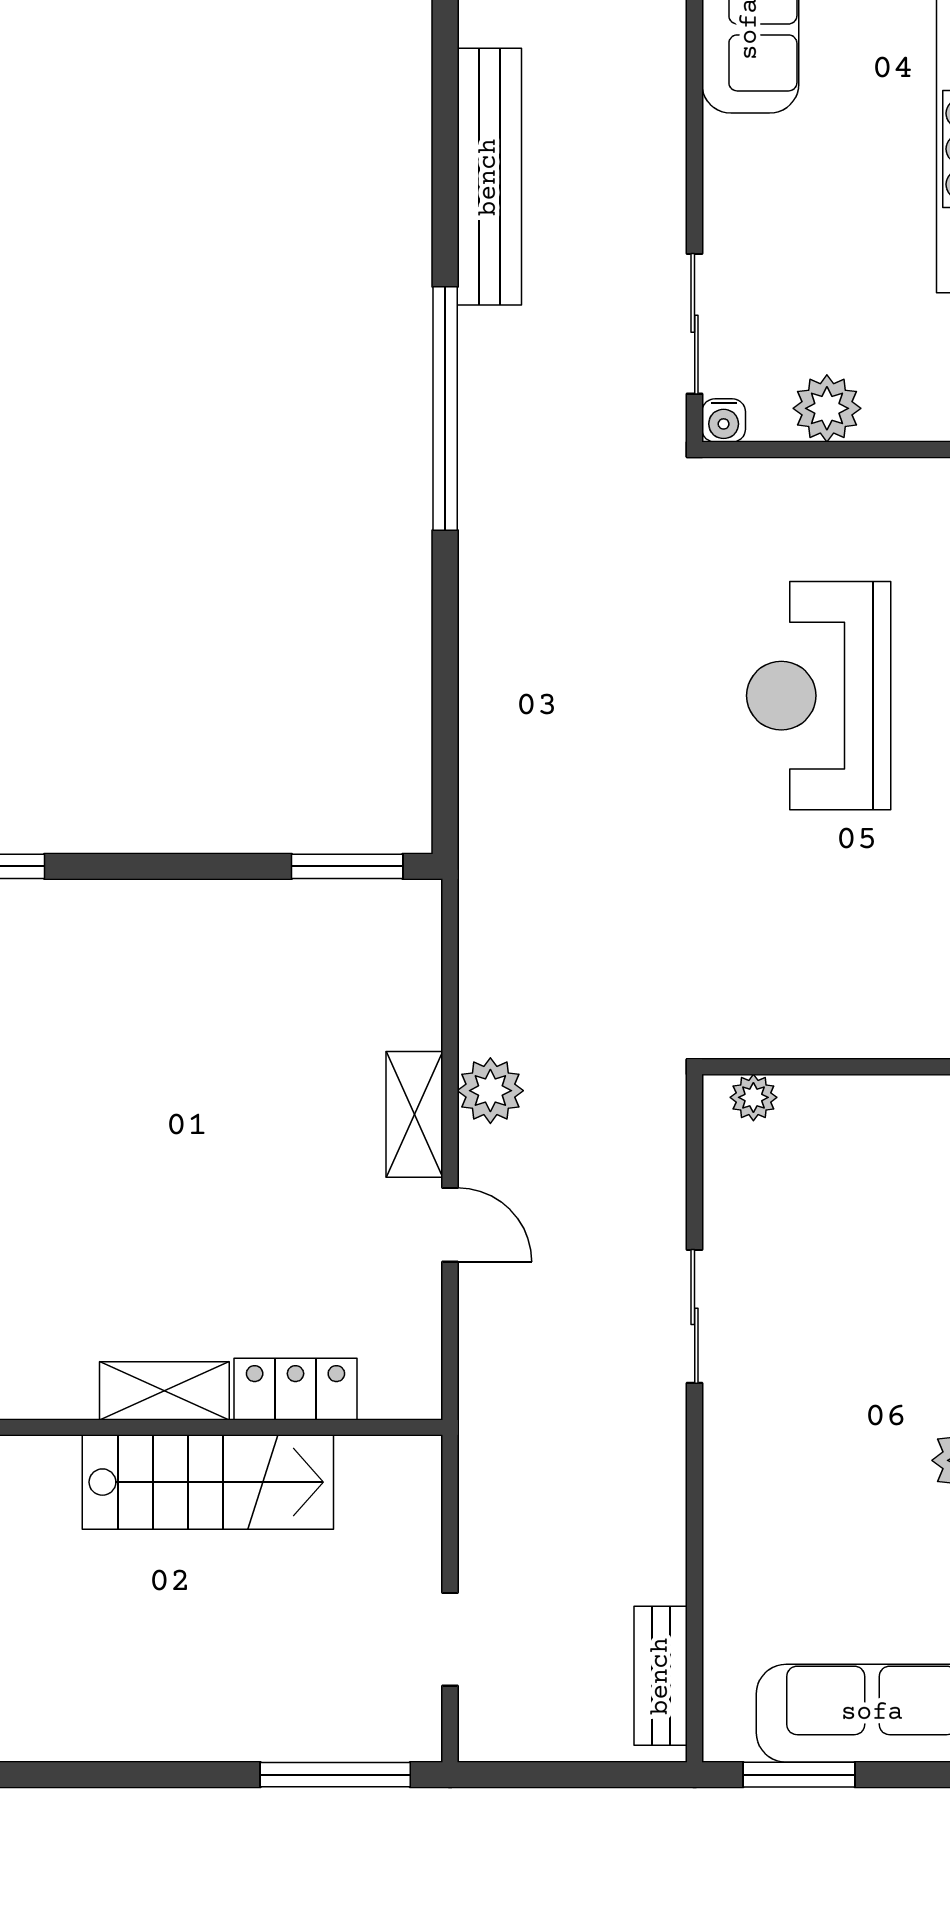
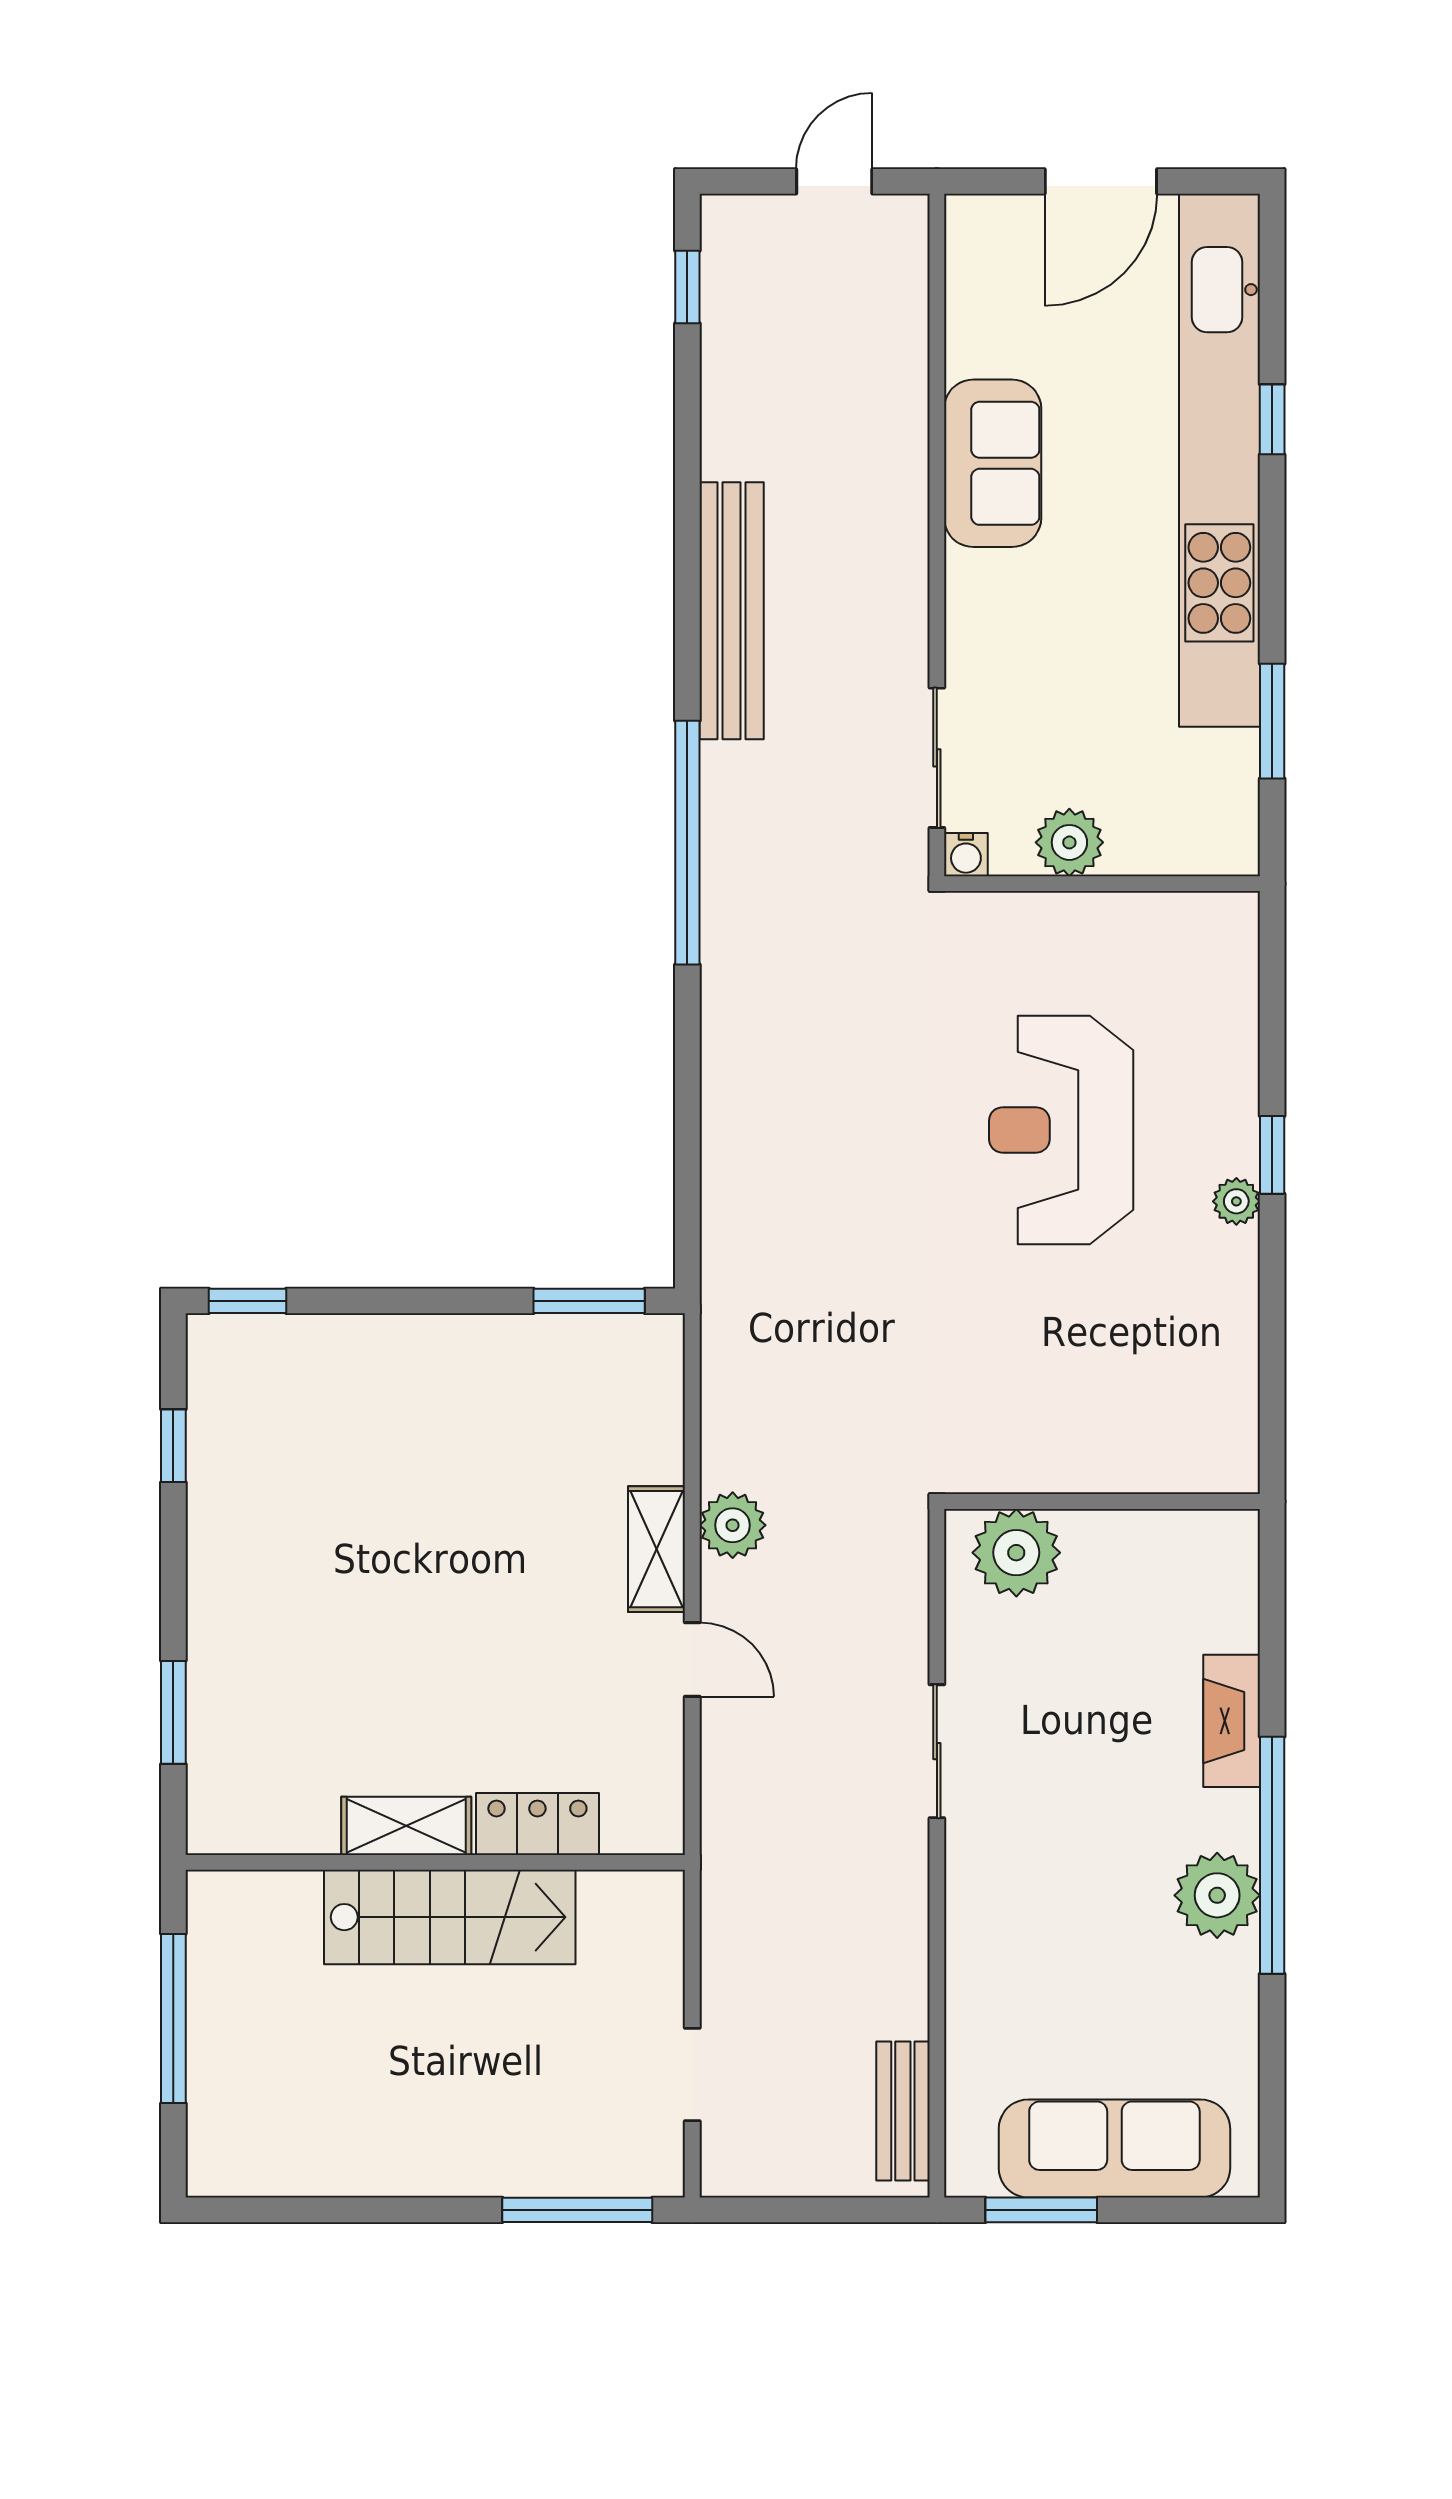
plant: (753, 1097) -> (1016, 1553), width x1.88, depth x1.88

